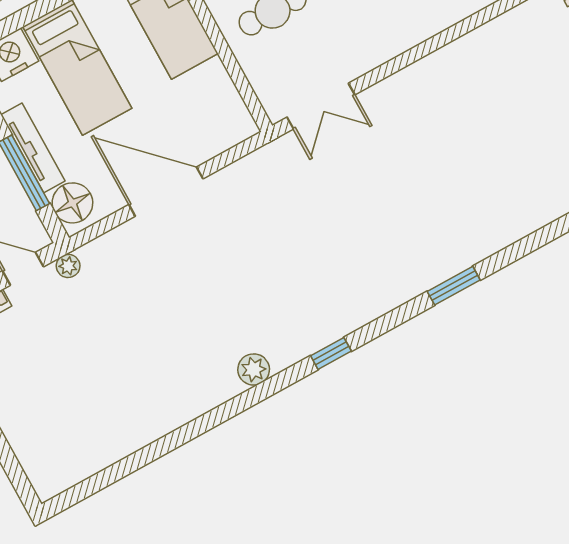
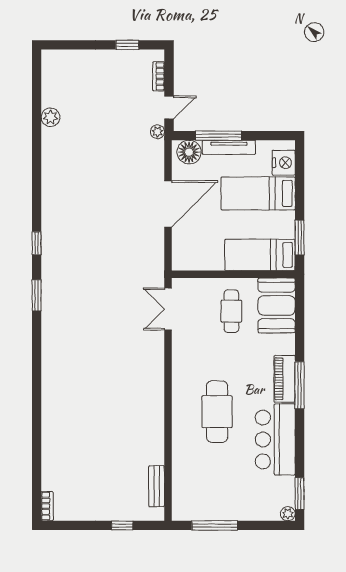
window: (454, 286) -> (37, 295), moved
plant: (254, 369) -> (50, 117), moved

